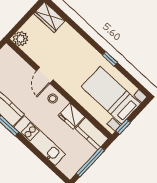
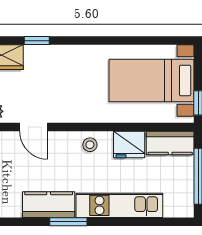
window: (110, 59) -> (37, 41), moved
door: (45, 75) -> (34, 127), moved

